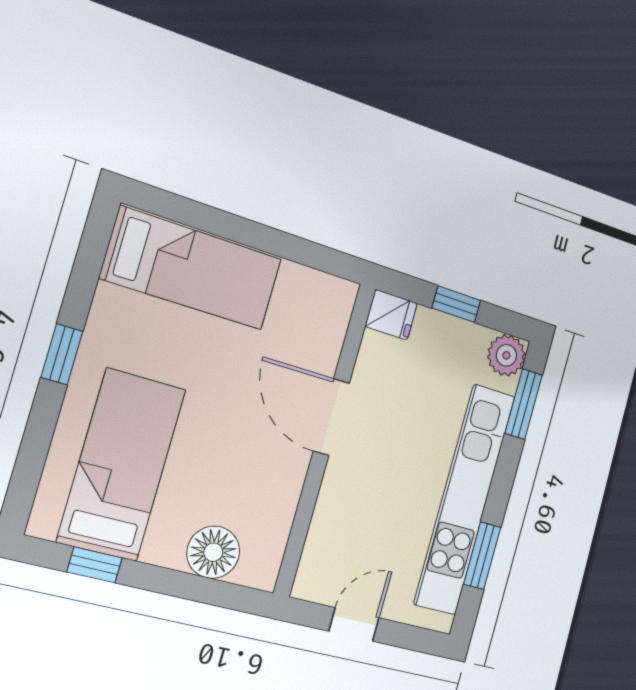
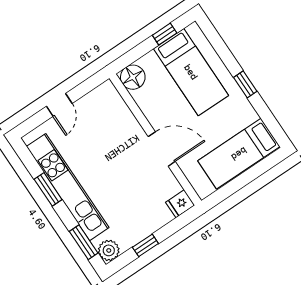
fridge: (391, 315) -> (180, 204), moved
door: (331, 417) -> (162, 149), moved
wall: (325, 440) -> (155, 140), moved
window: (482, 556) -> (48, 189), moved

